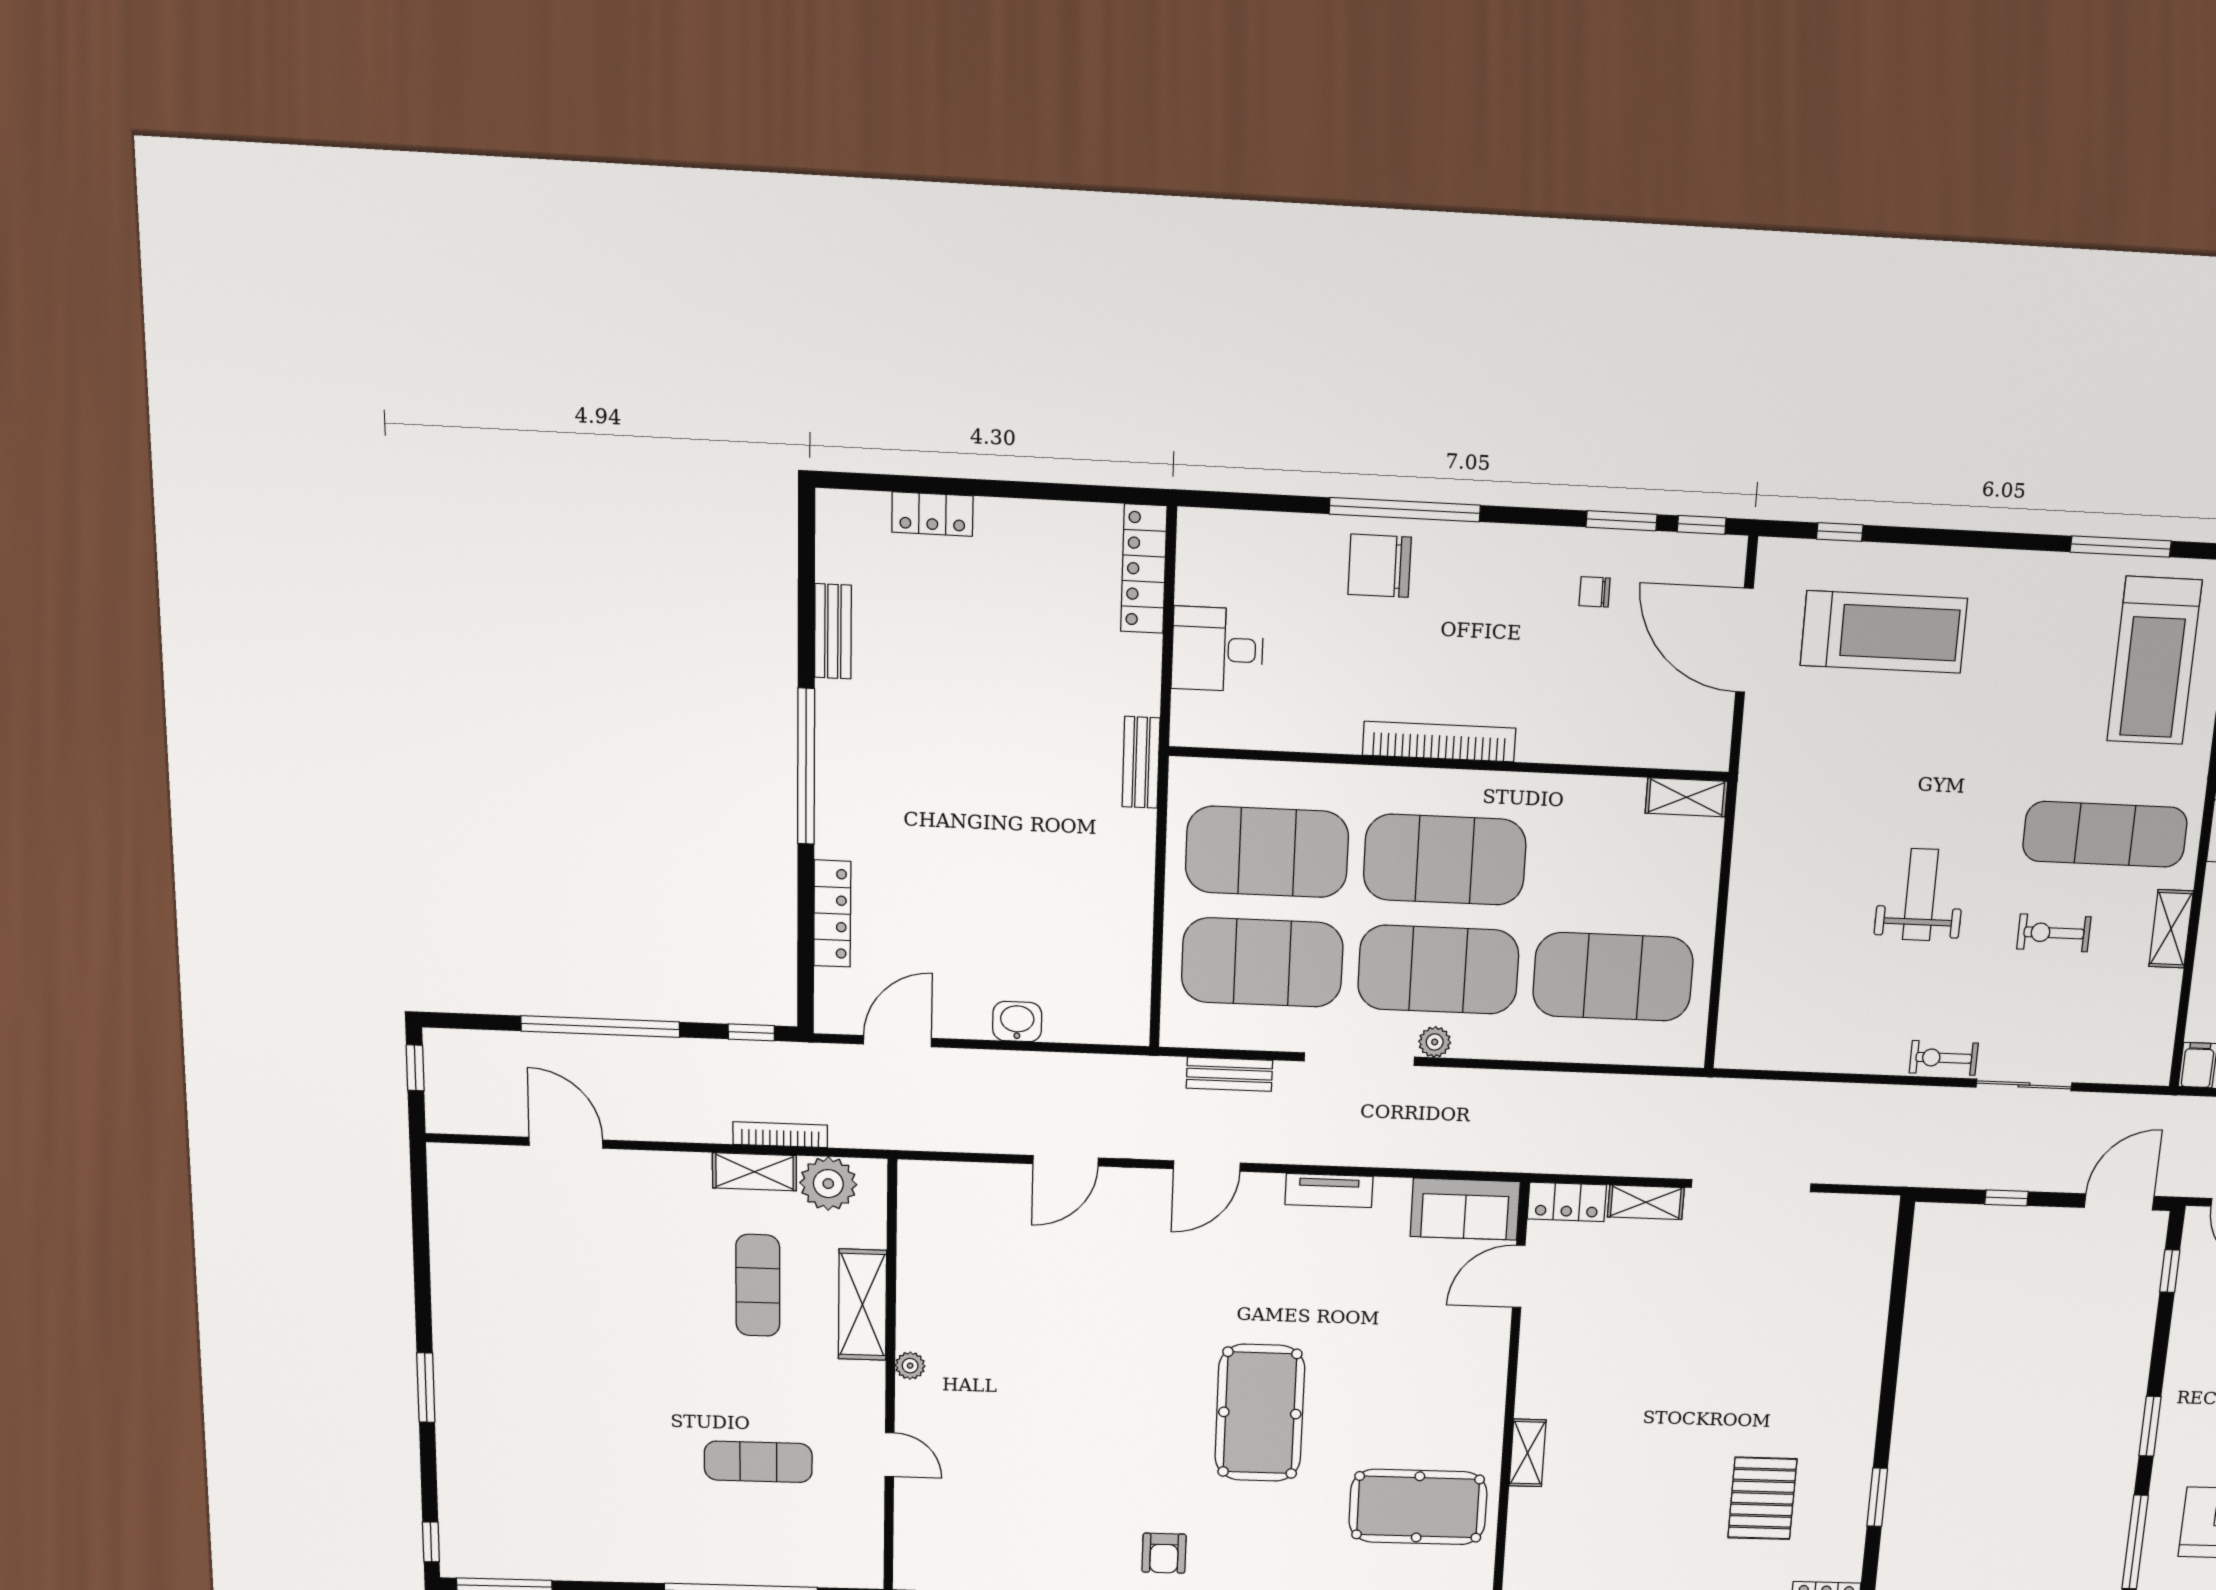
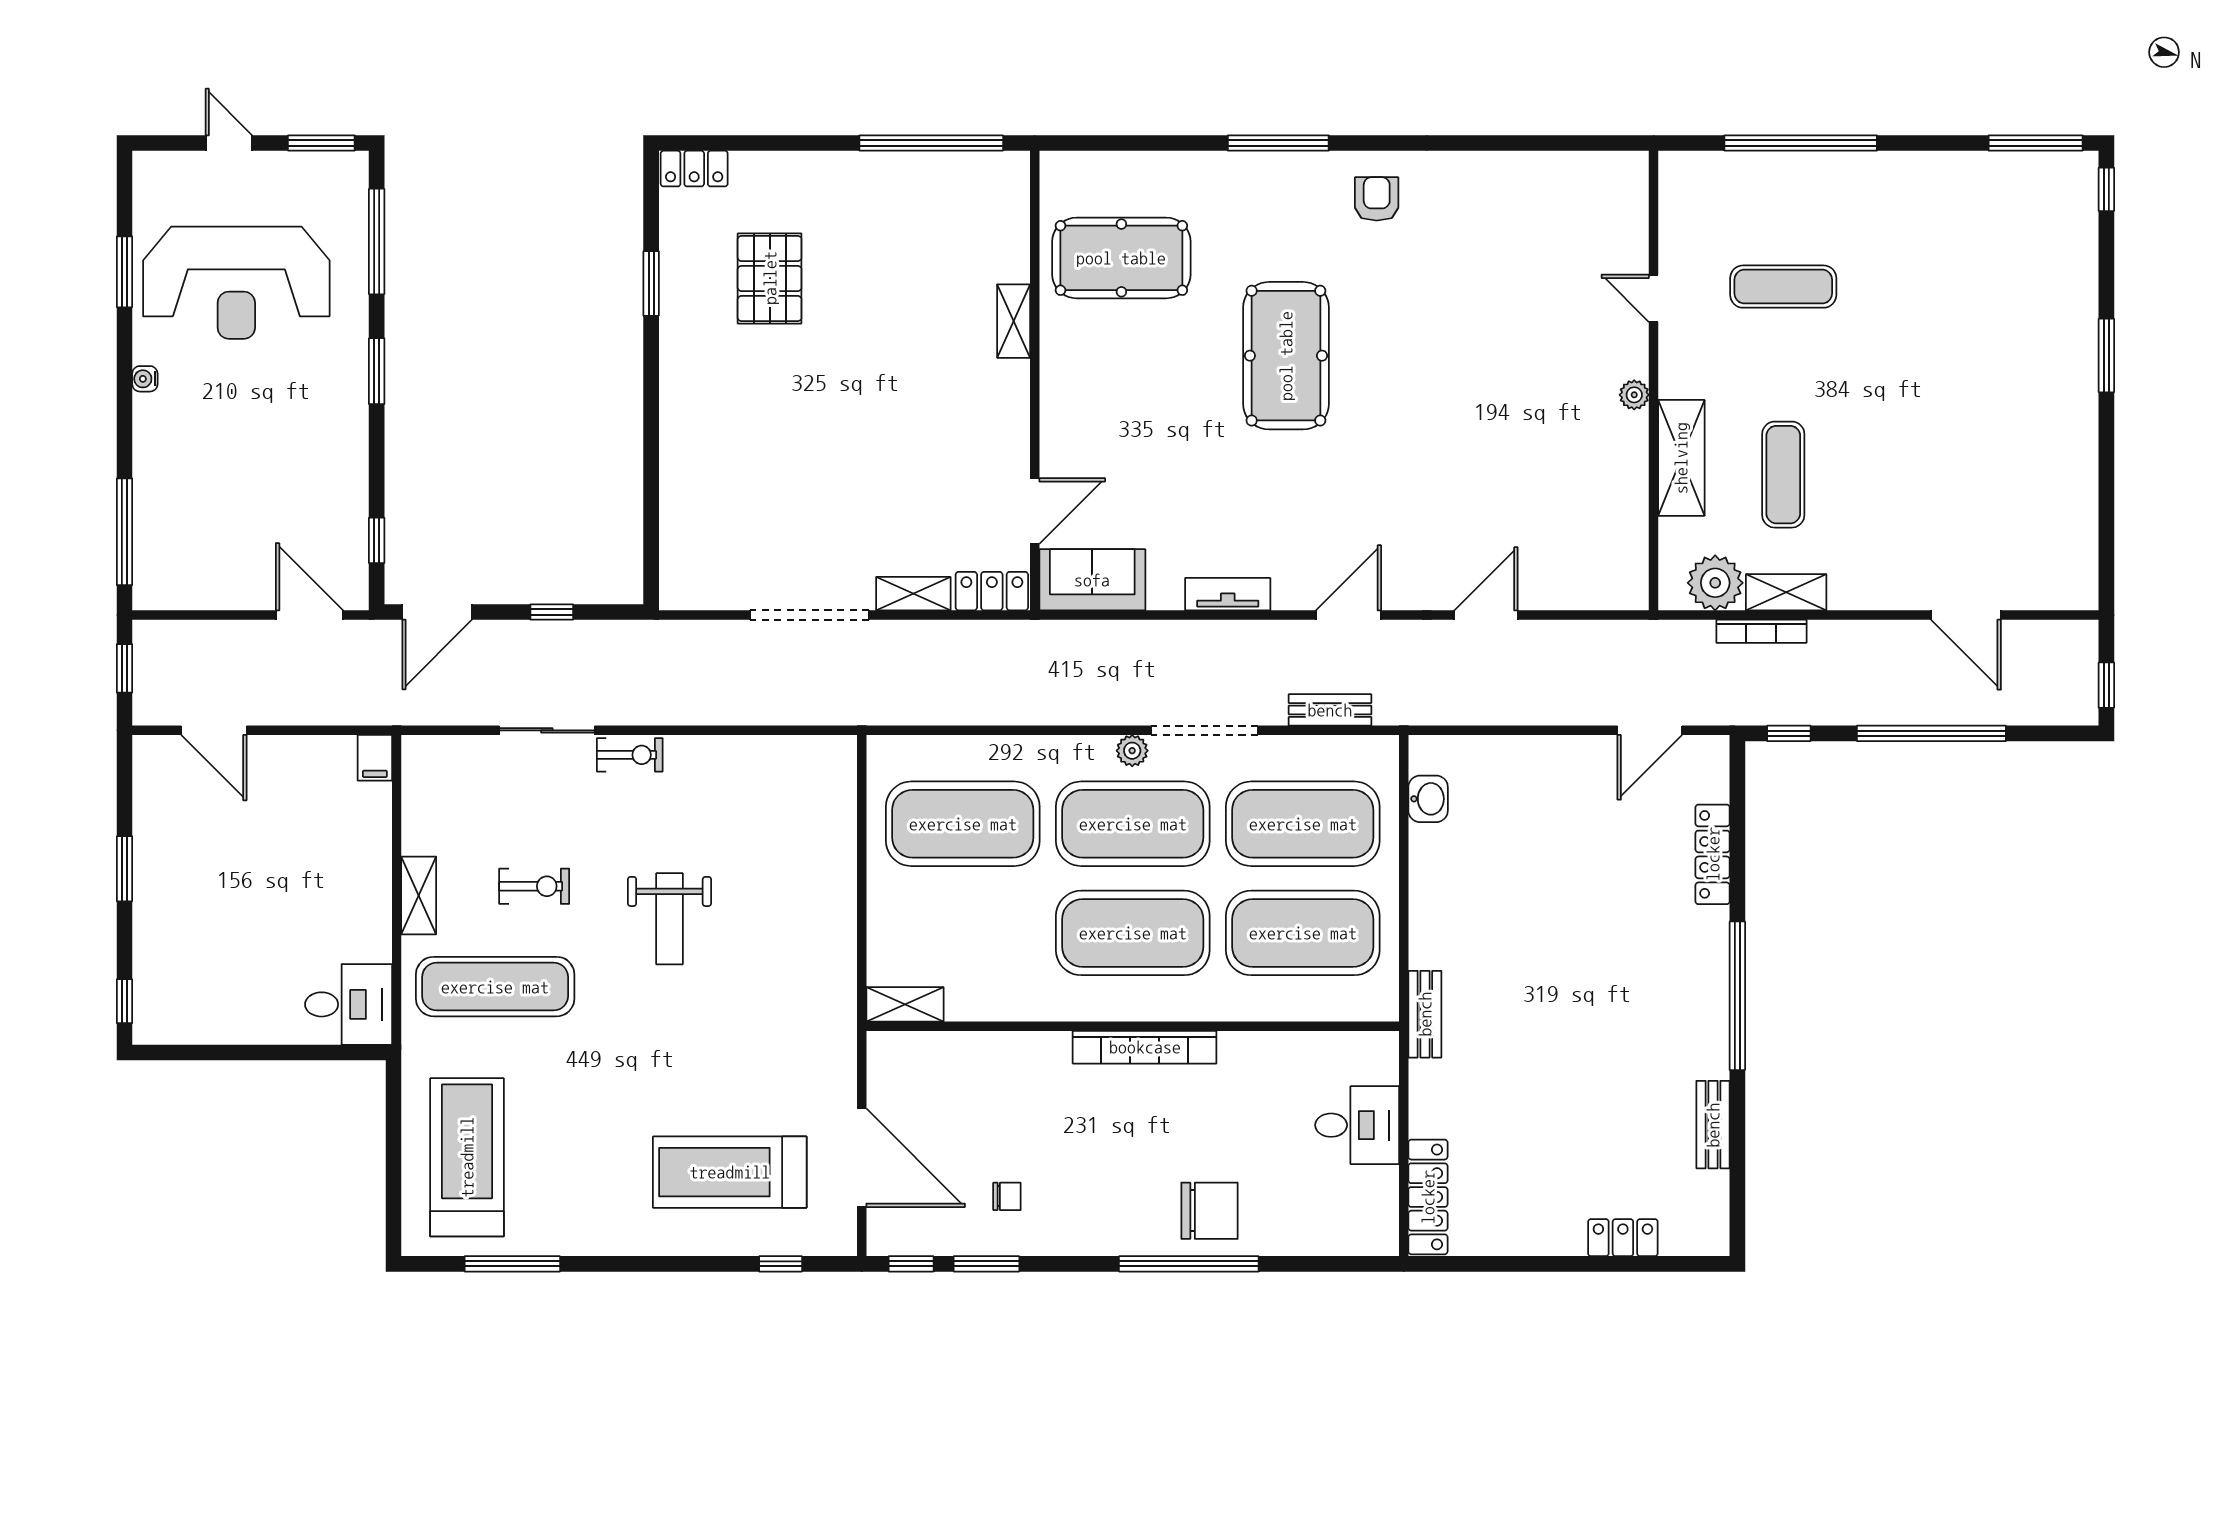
washbasin: (1017, 1022) -> (1428, 799), moved, turned -90

